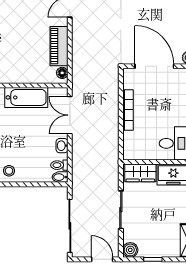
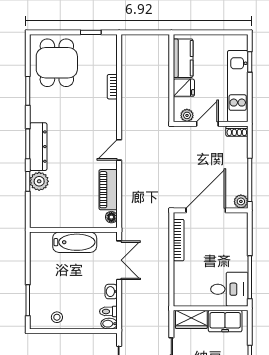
door: (154, 66) -> (206, 210), hinge flipped
bookcase: (128, 110) -> (179, 240), moved
double door: (70, 115) -> (119, 260), swing flipped

